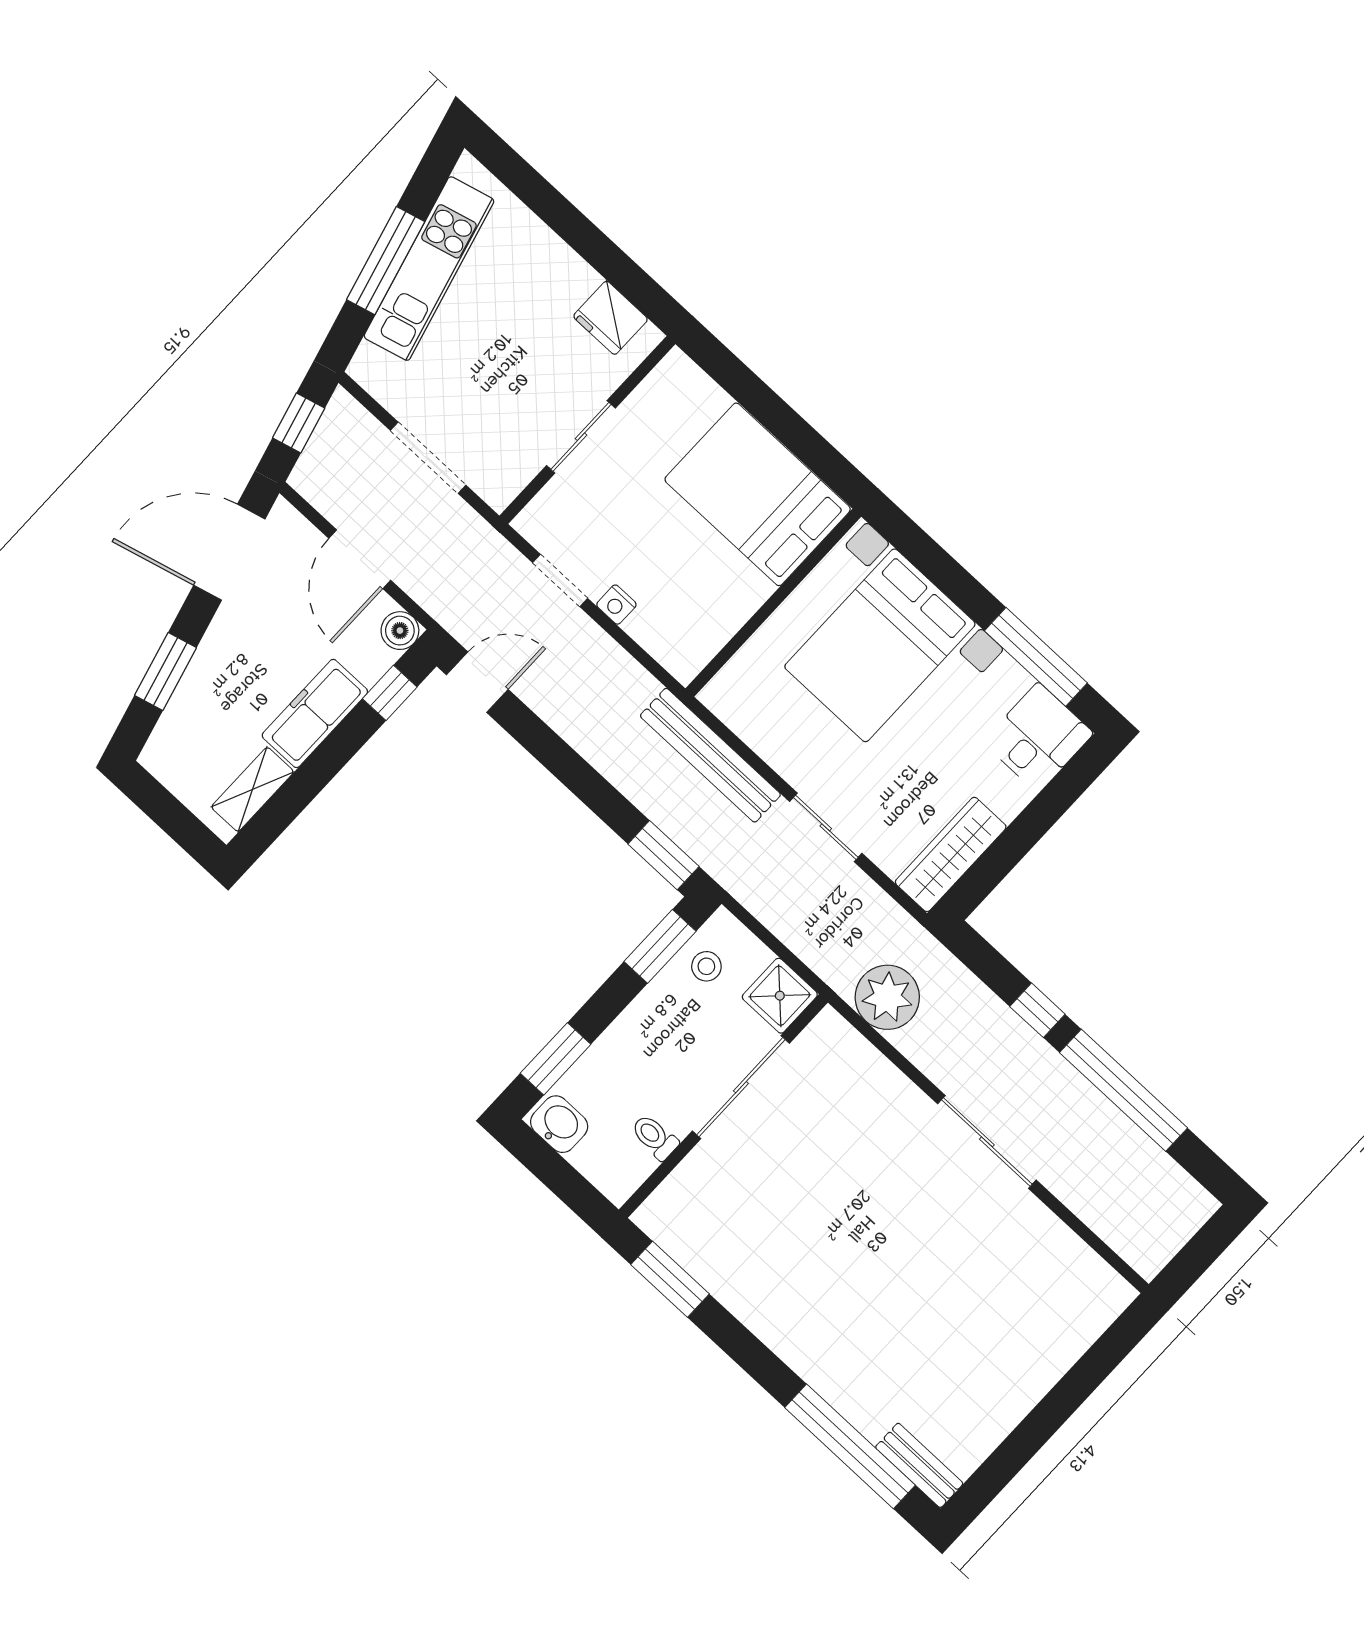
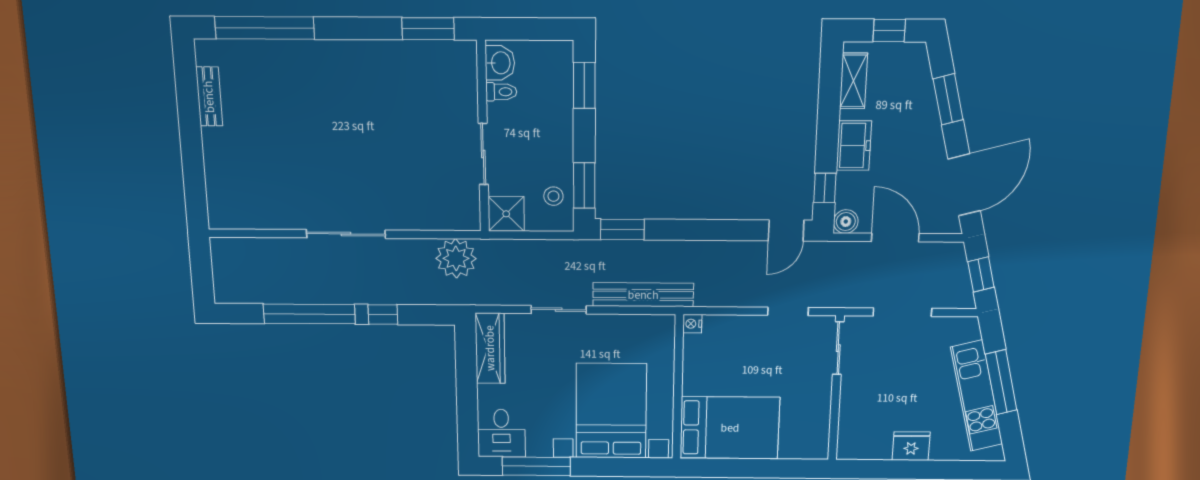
fridge: (611, 318) -> (911, 446), moved
sliding door: (581, 437) -> (838, 348), moved
nightstand: (616, 605) -> (692, 324), moved, turned -90
freezer: (315, 713) -> (854, 146), width x0.71
window: (166, 811) -> (889, 31), added
sliding door: (741, 1087) -> (483, 154), width x0.73
washbasin: (559, 1124) -> (500, 63), moved, turned -90
bench: (919, 1465) -> (209, 97), moved, turned 90

